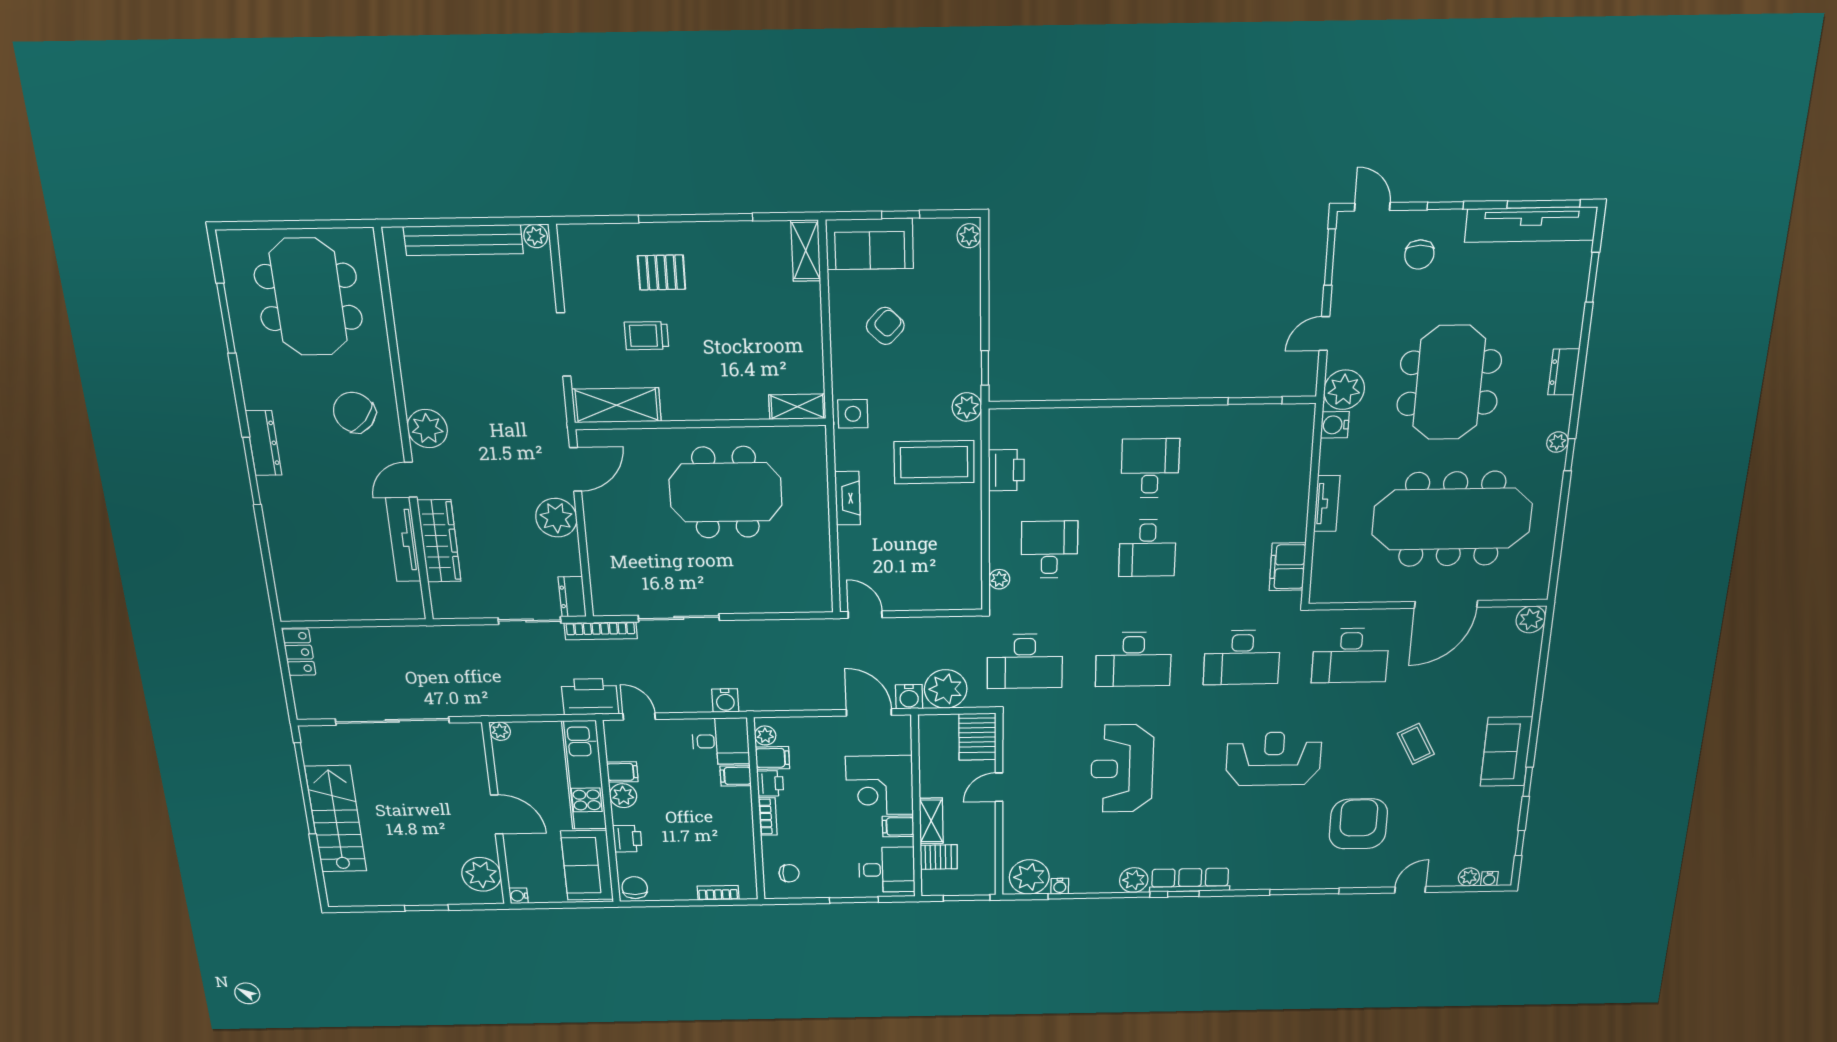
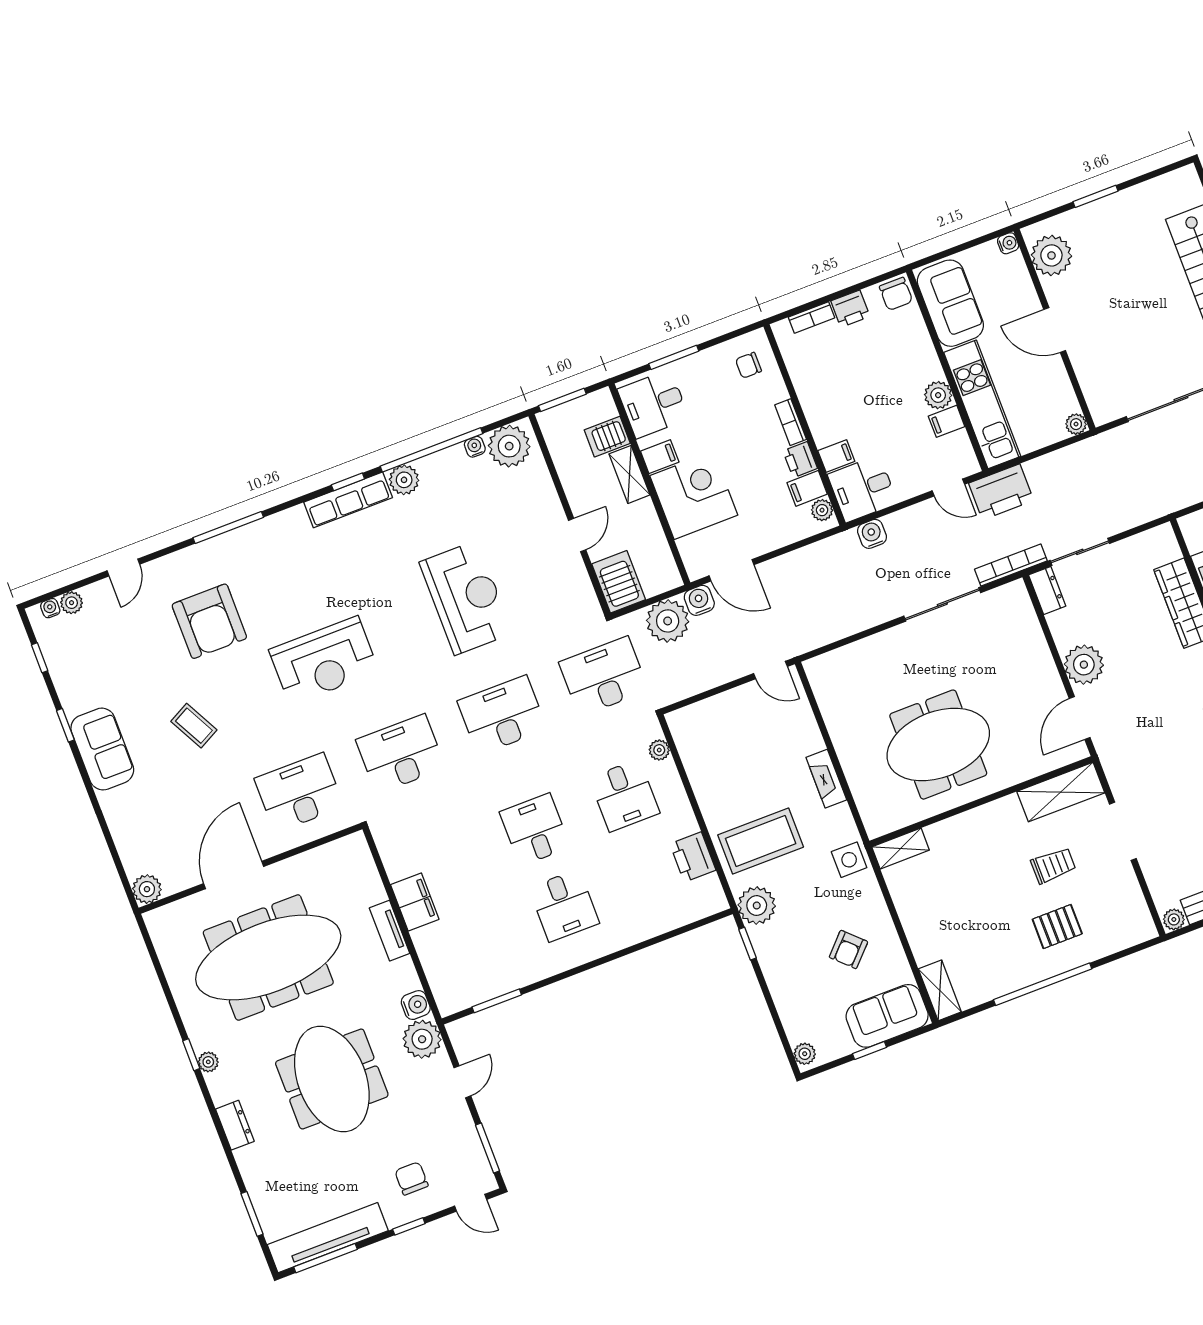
plant: (967, 407) -> (757, 906), width x1.36, depth x1.36
filing cabinet: (1288, 567) -> (415, 902), moved
printer: (627, 839) -> (850, 309), moved, turned -90

